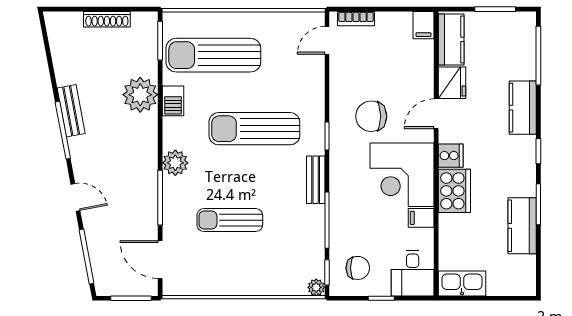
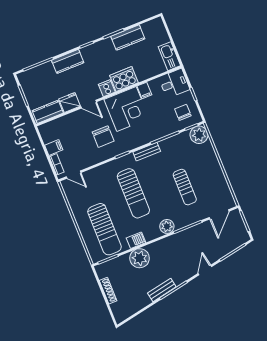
filing cabinet: (423, 25) -> (54, 148), moved
plant: (316, 287) -> (199, 135), width x1.88, depth x1.88

